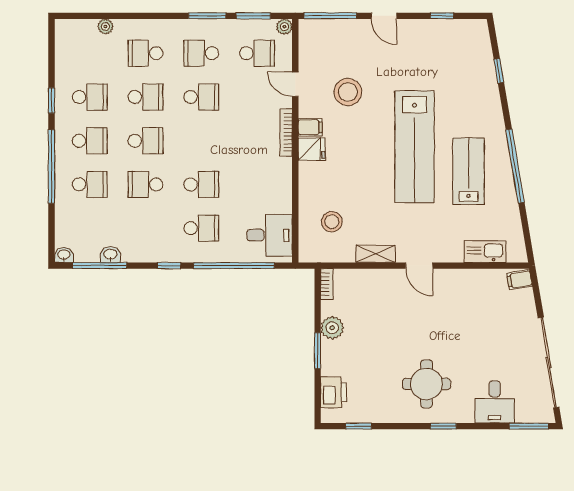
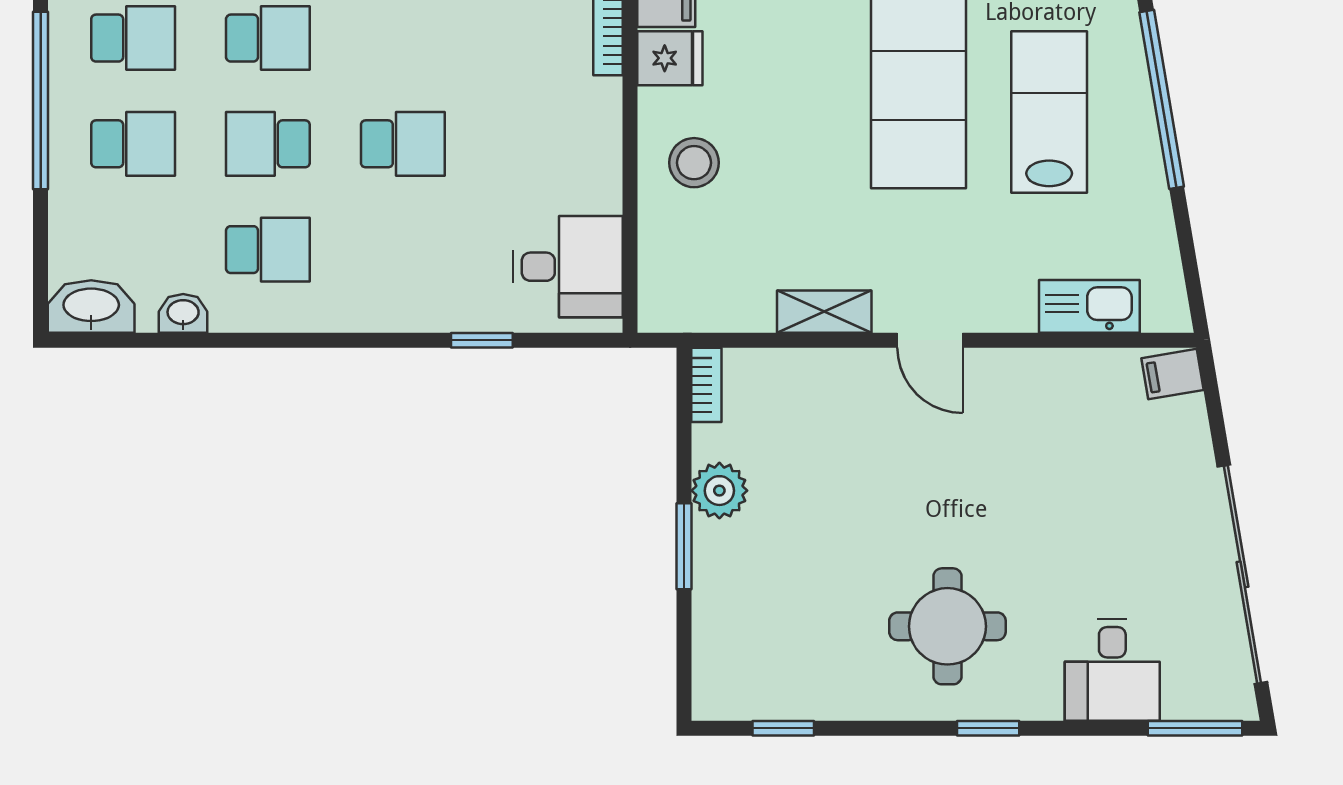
stool: (332, 222) -> (694, 163), moved
school desk: (201, 228) -> (268, 250), moved
washbasin: (64, 255) -> (91, 306), width x1.91, depth x1.45
window: (100, 266) -> (157, 340), removed
window: (169, 266) -> (325, 340), removed
window: (234, 266) -> (482, 340), width x0.32
printer: (334, 392) -> (723, 647), removed

